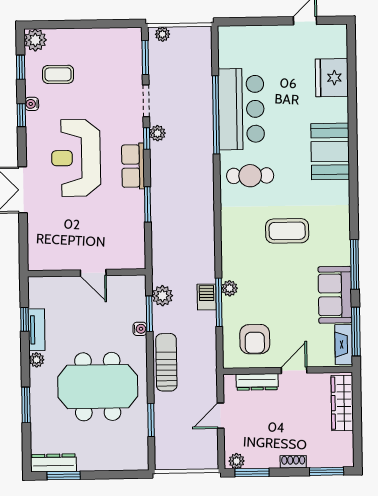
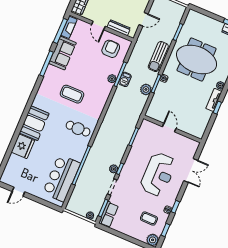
fridge: (332, 78) -> (23, 146), moved
bar counter: (241, 109) -> (61, 178), moved
row of seats: (133, 166) -> (109, 214), moved
wall: (87, 273) -> (172, 129), moved
door: (93, 273) -> (169, 128), moved
door: (294, 370) -> (98, 25), hinge flipped

